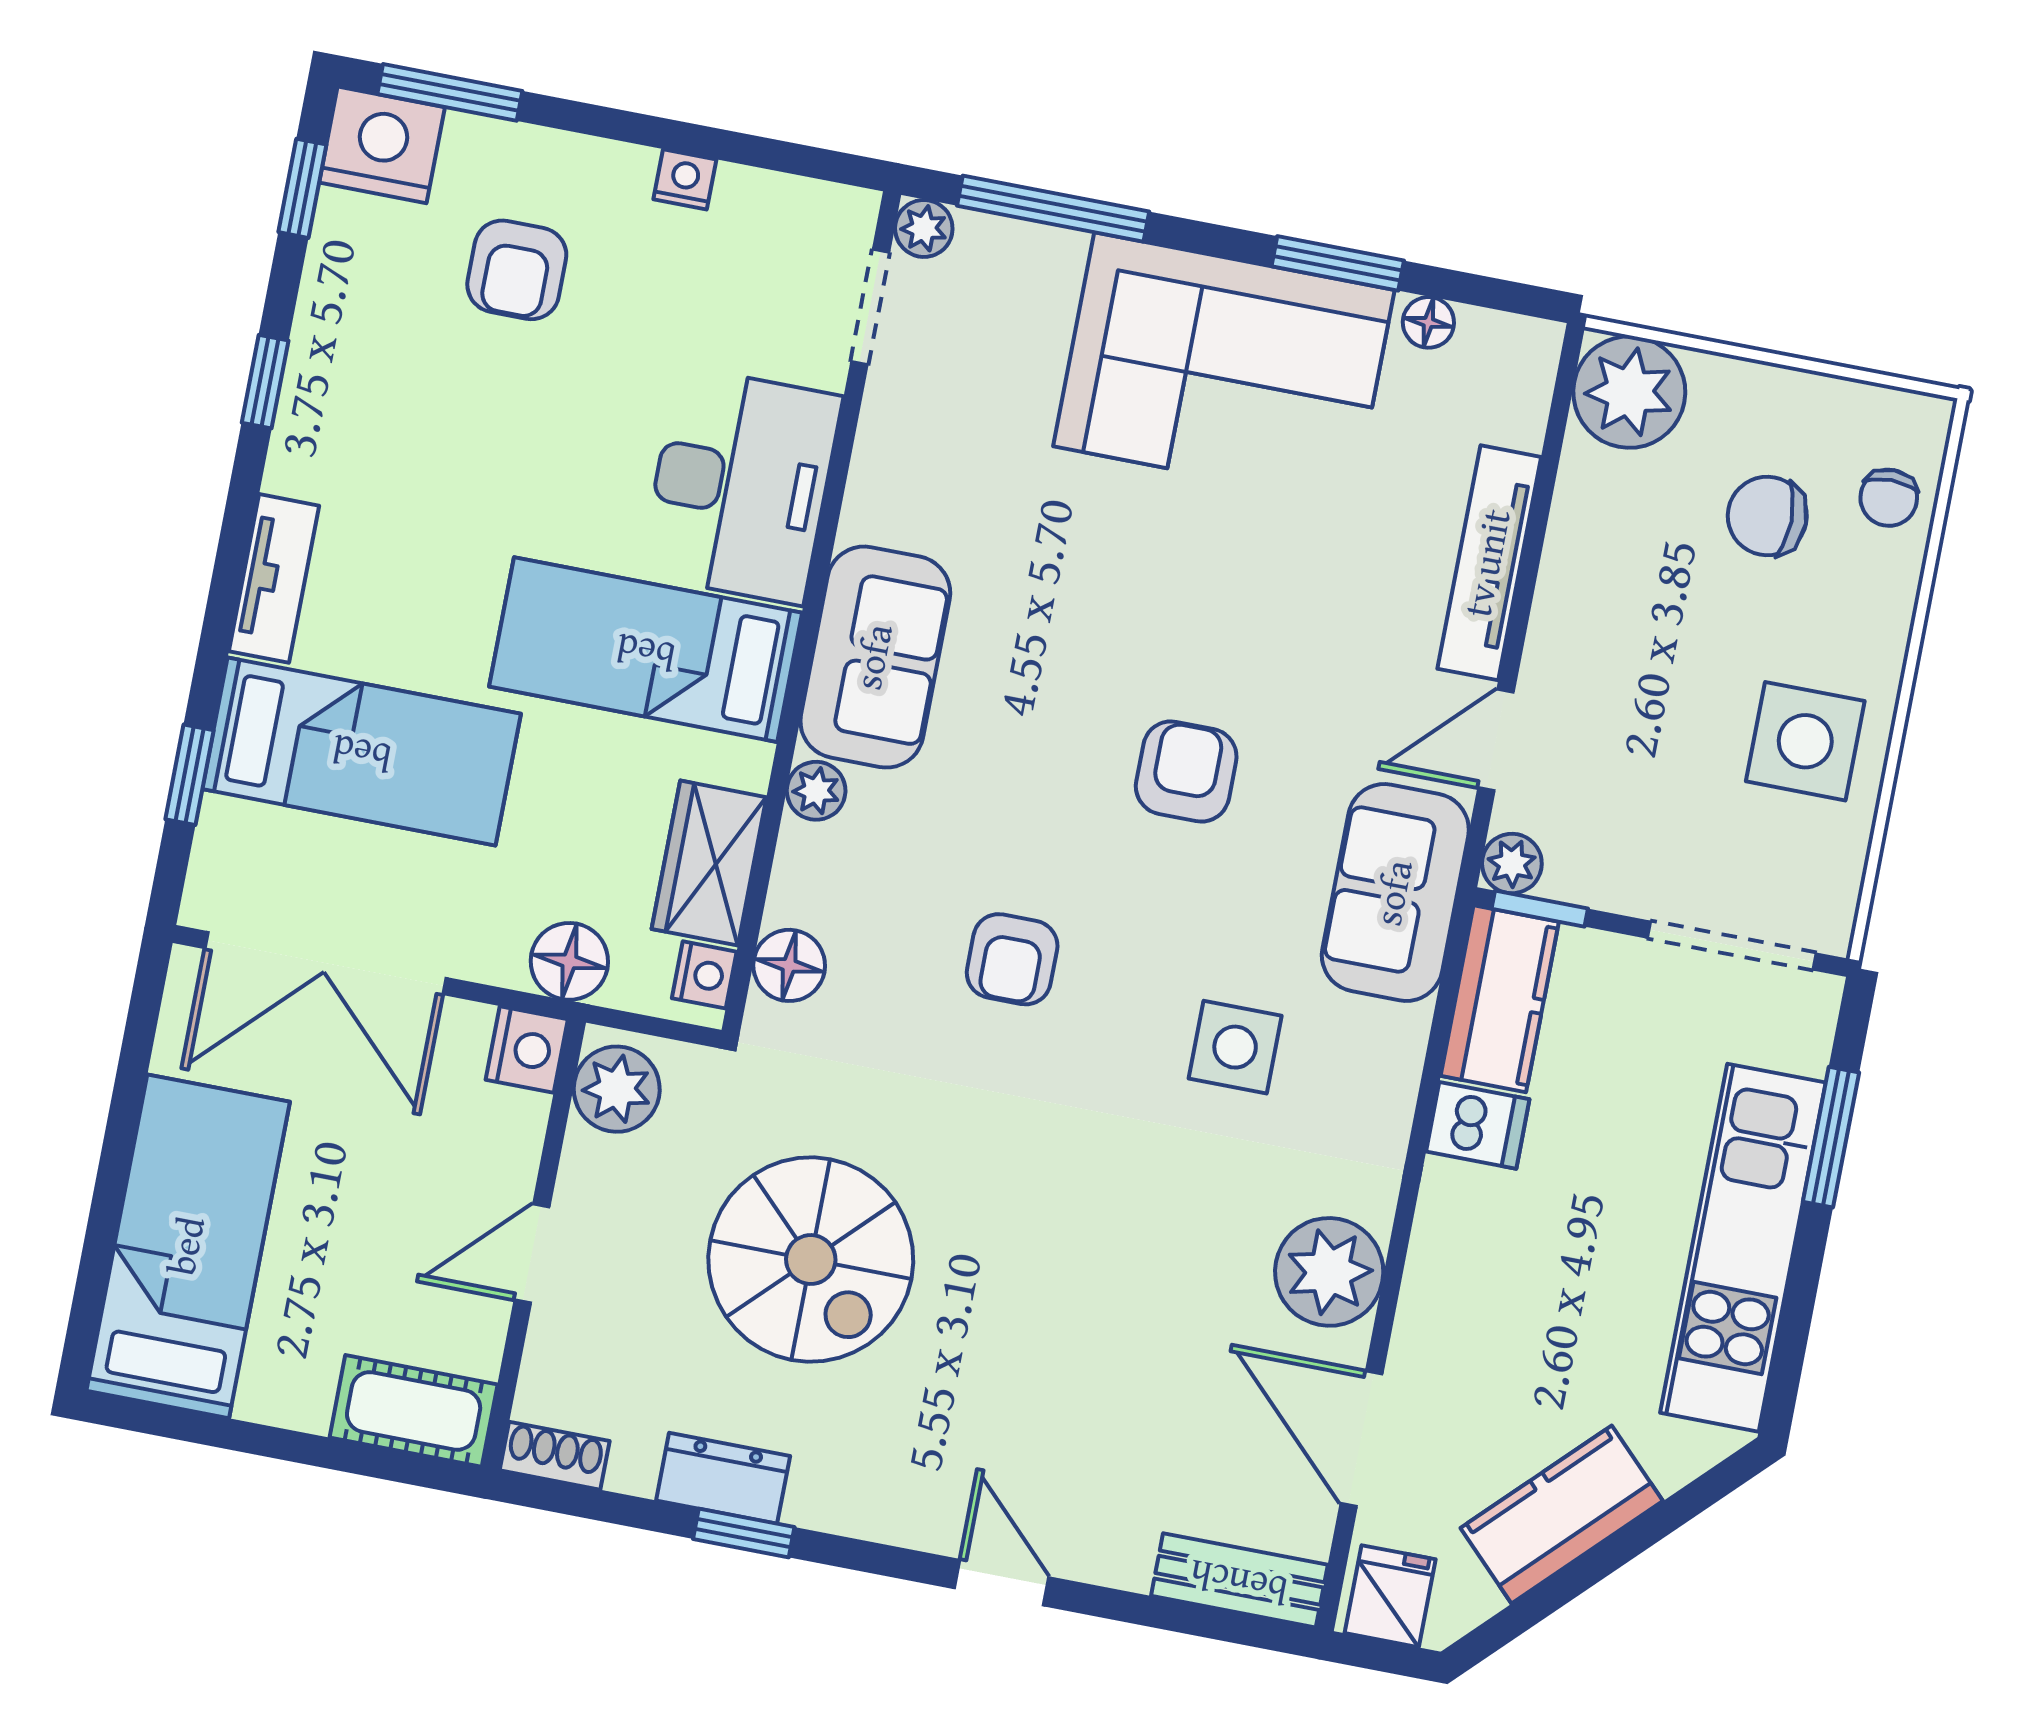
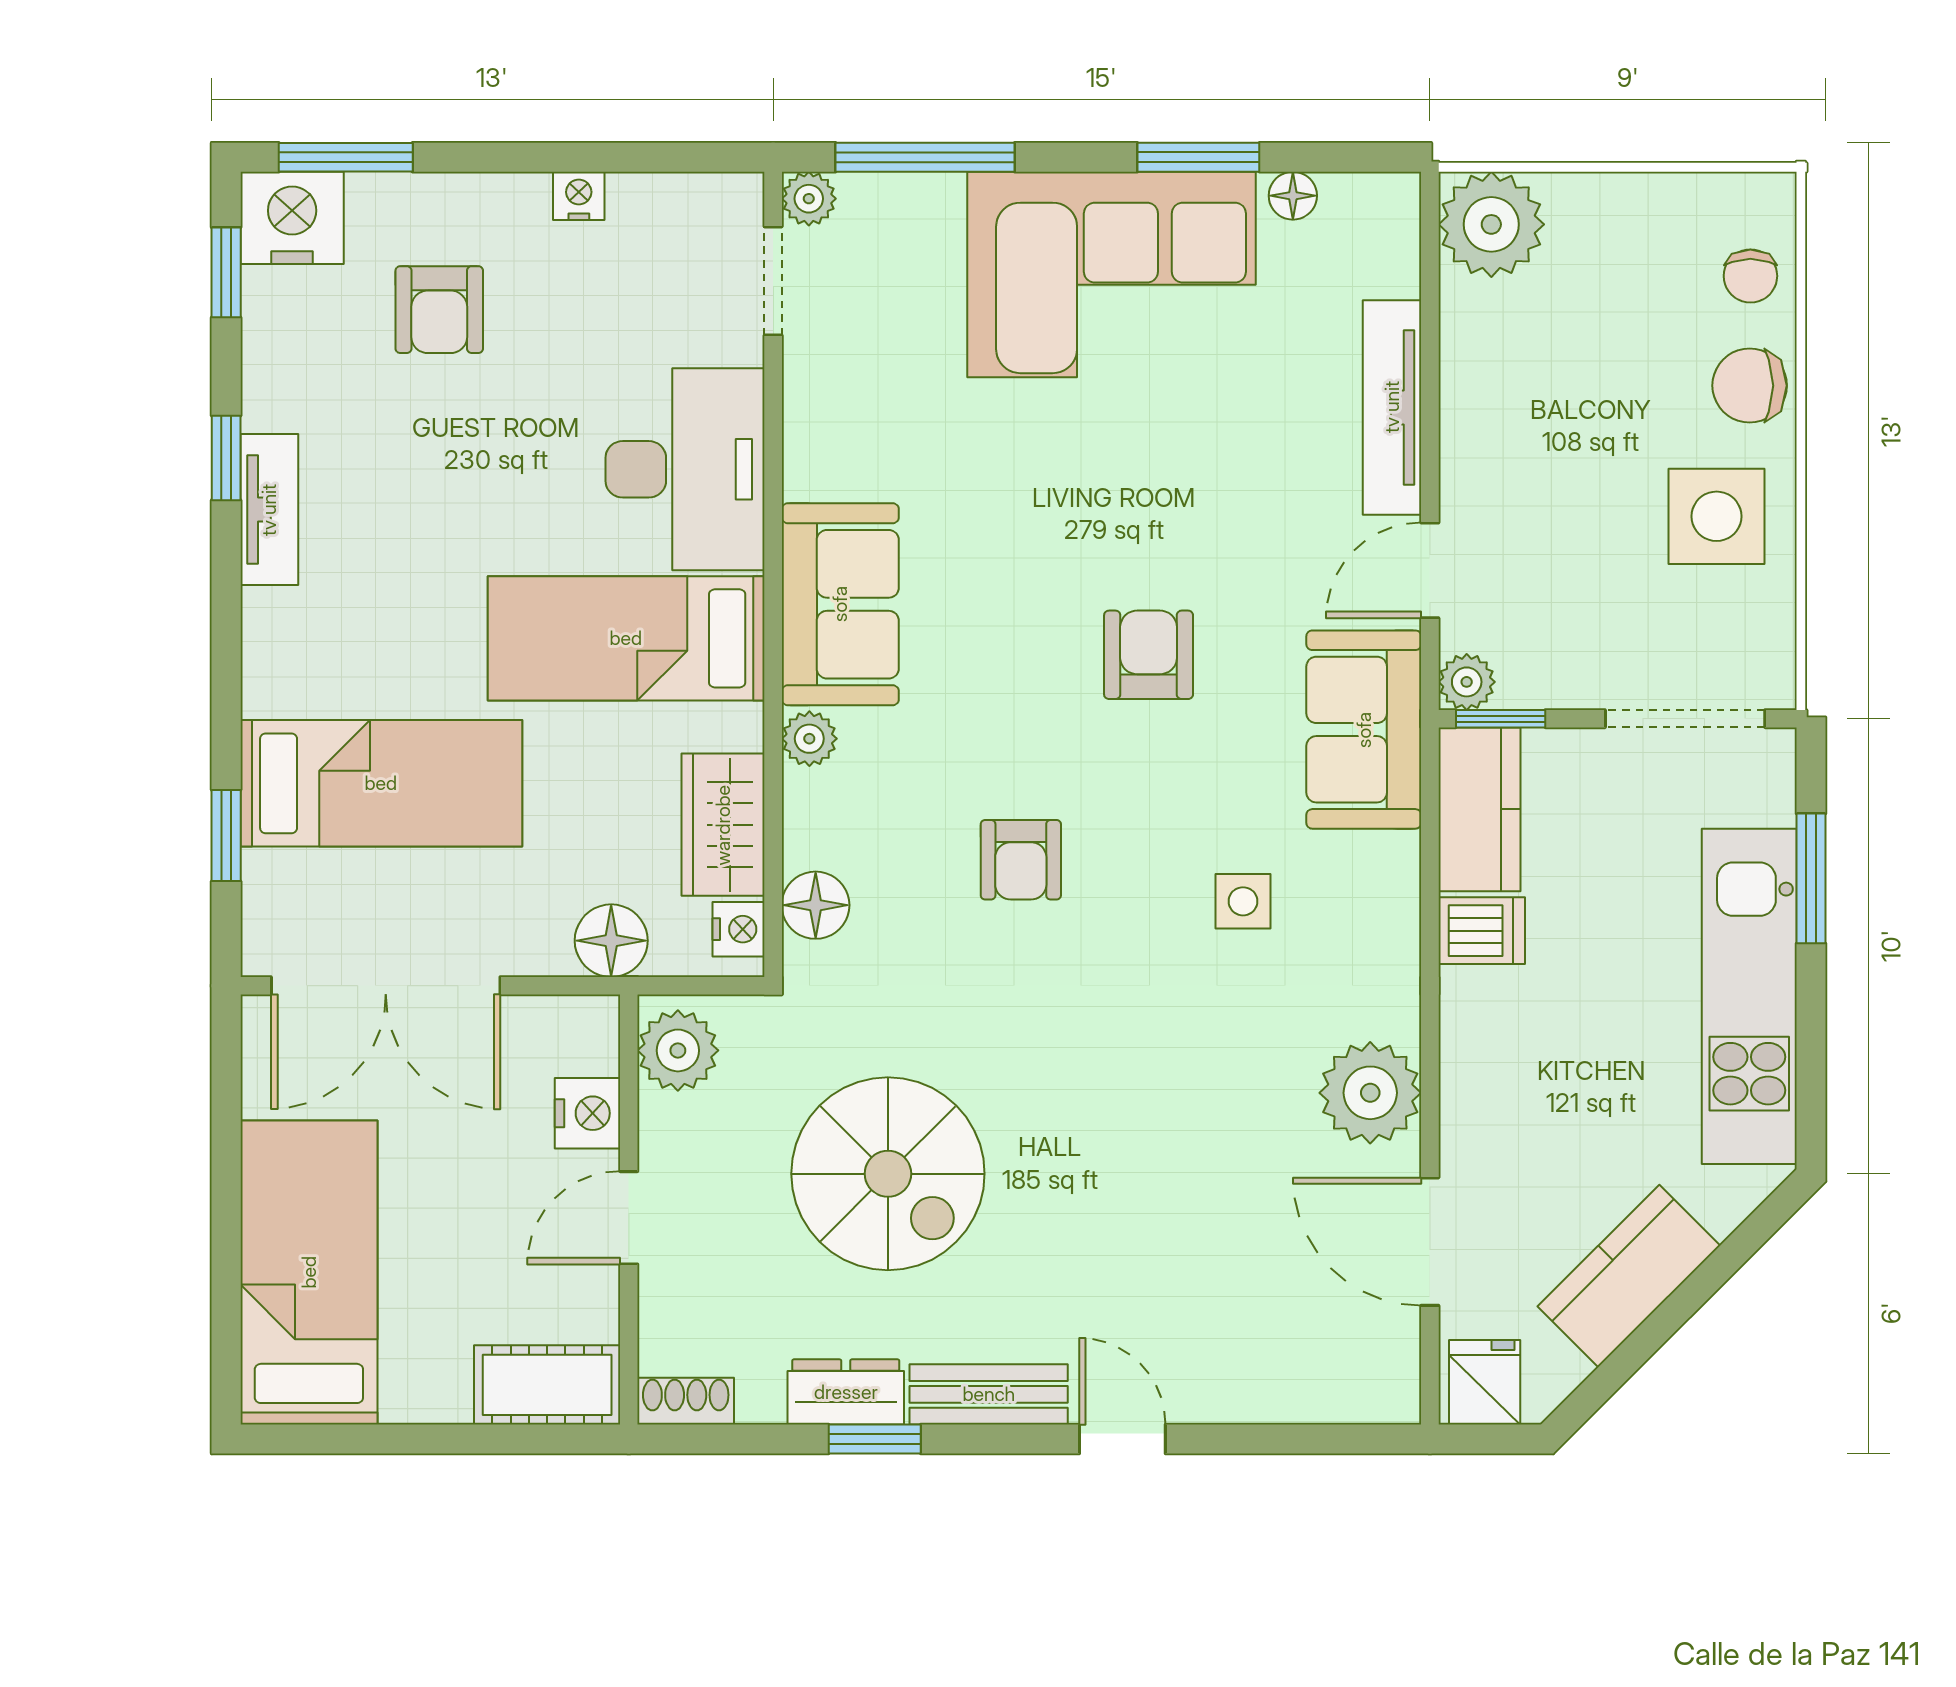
chair: (1767, 516) -> (1750, 386), moved
tv unit: (274, 578) -> (269, 510), moved
side table: (1235, 1047) -> (1243, 901), width x0.73, depth x0.73
nightstand: (527, 1049) -> (588, 1113), moved
bench: (1239, 1580) -> (989, 1394), moved

